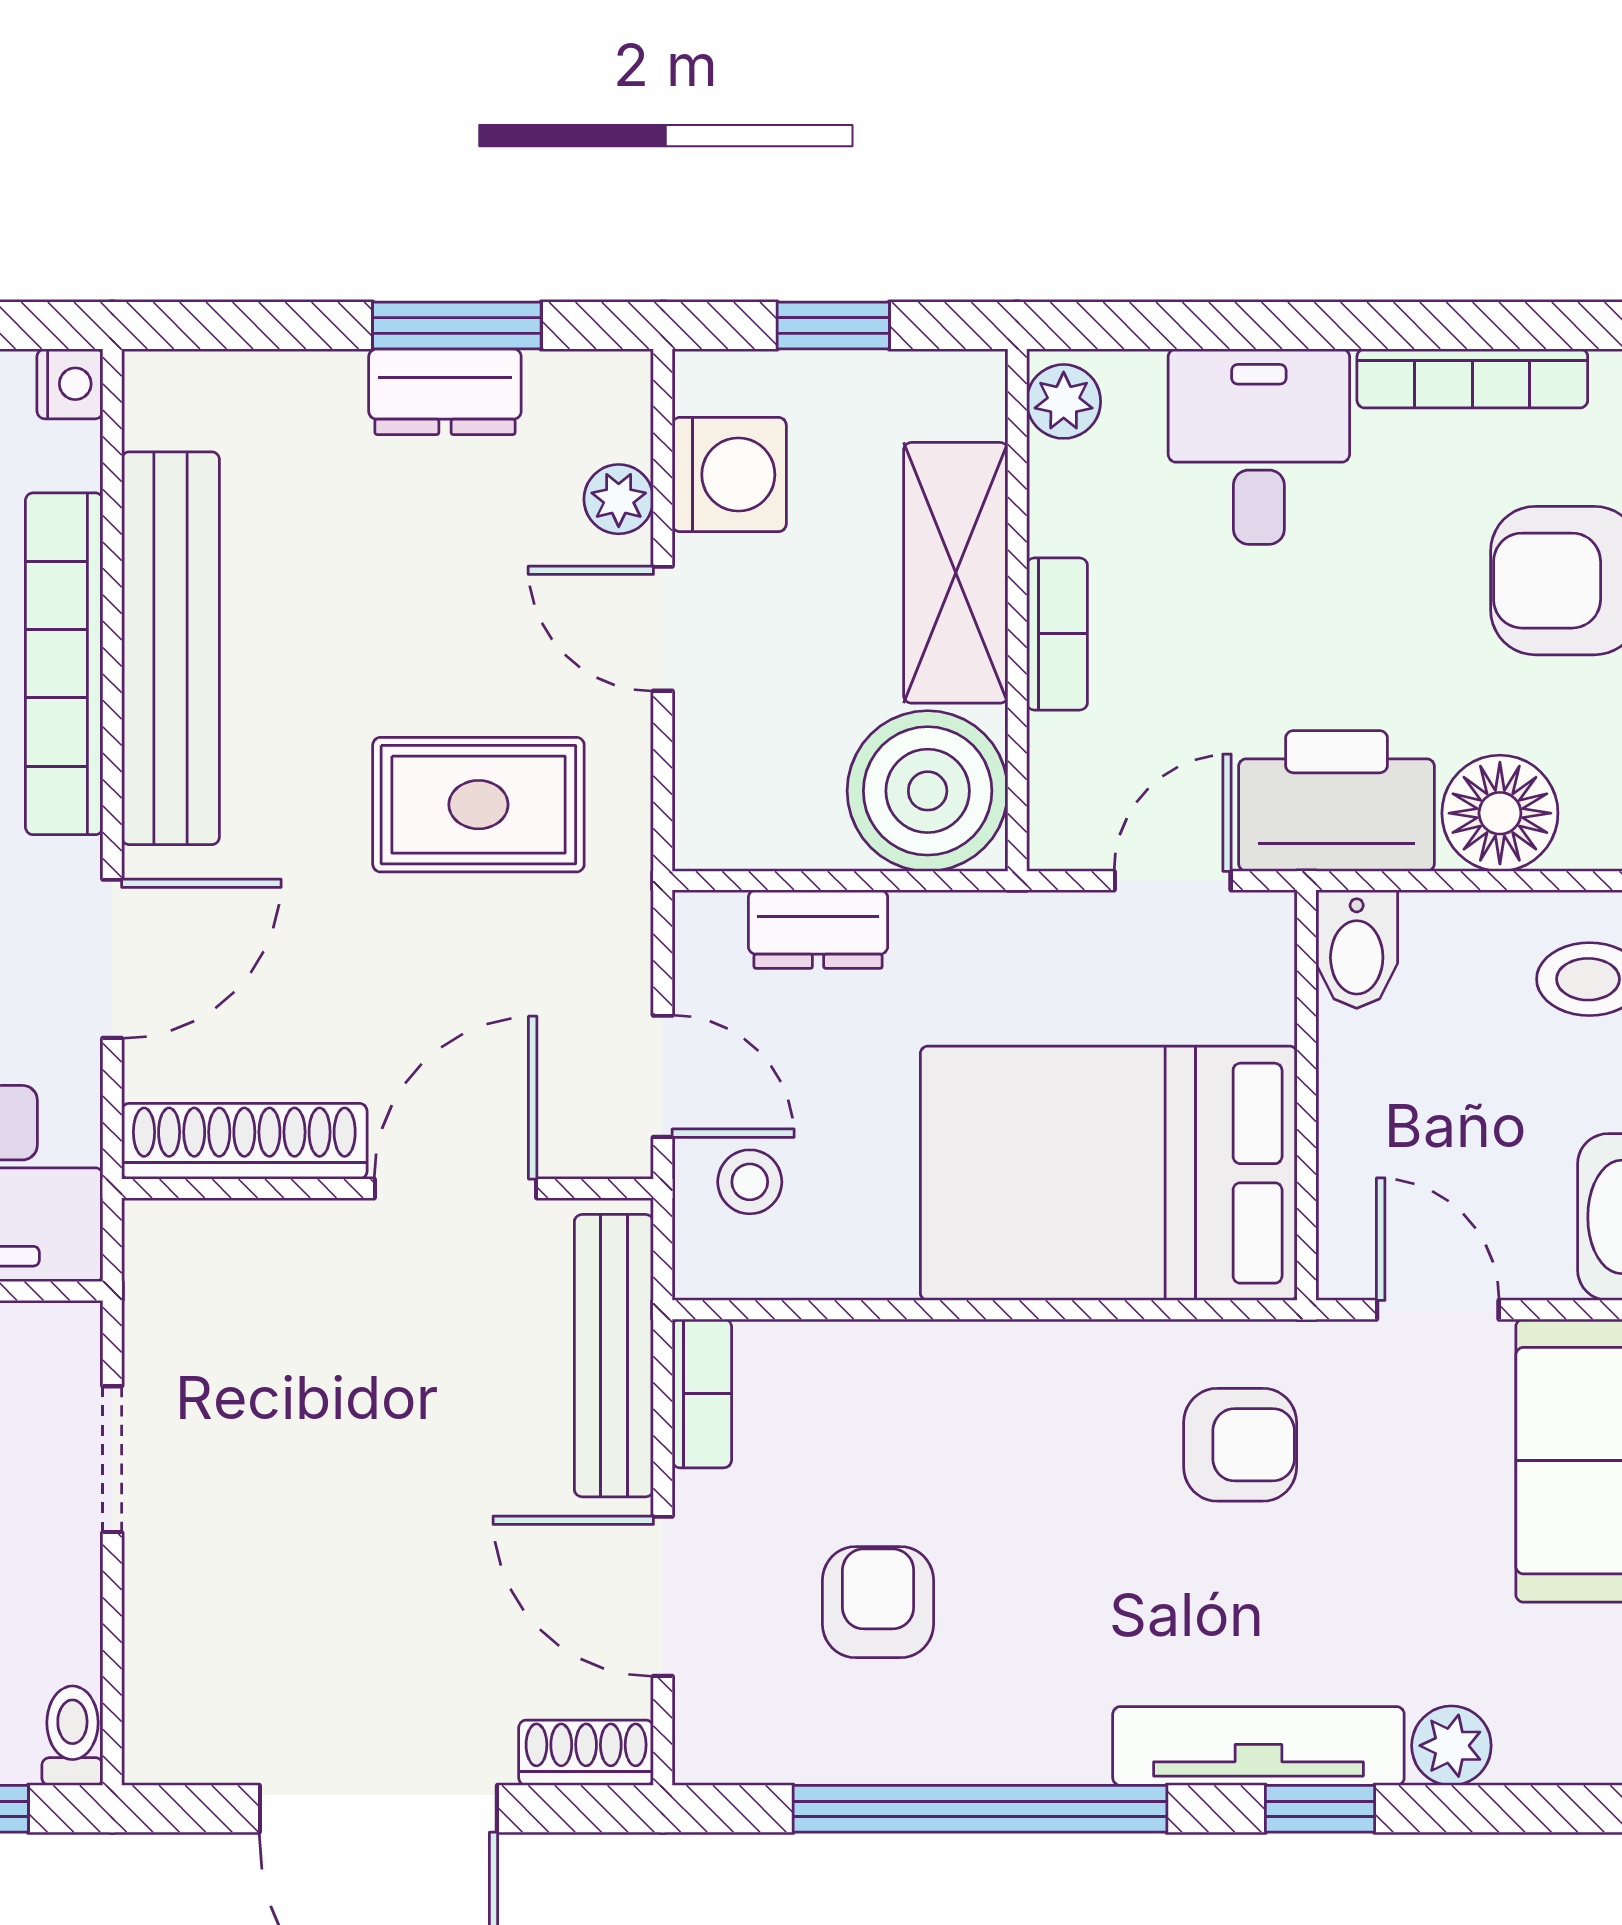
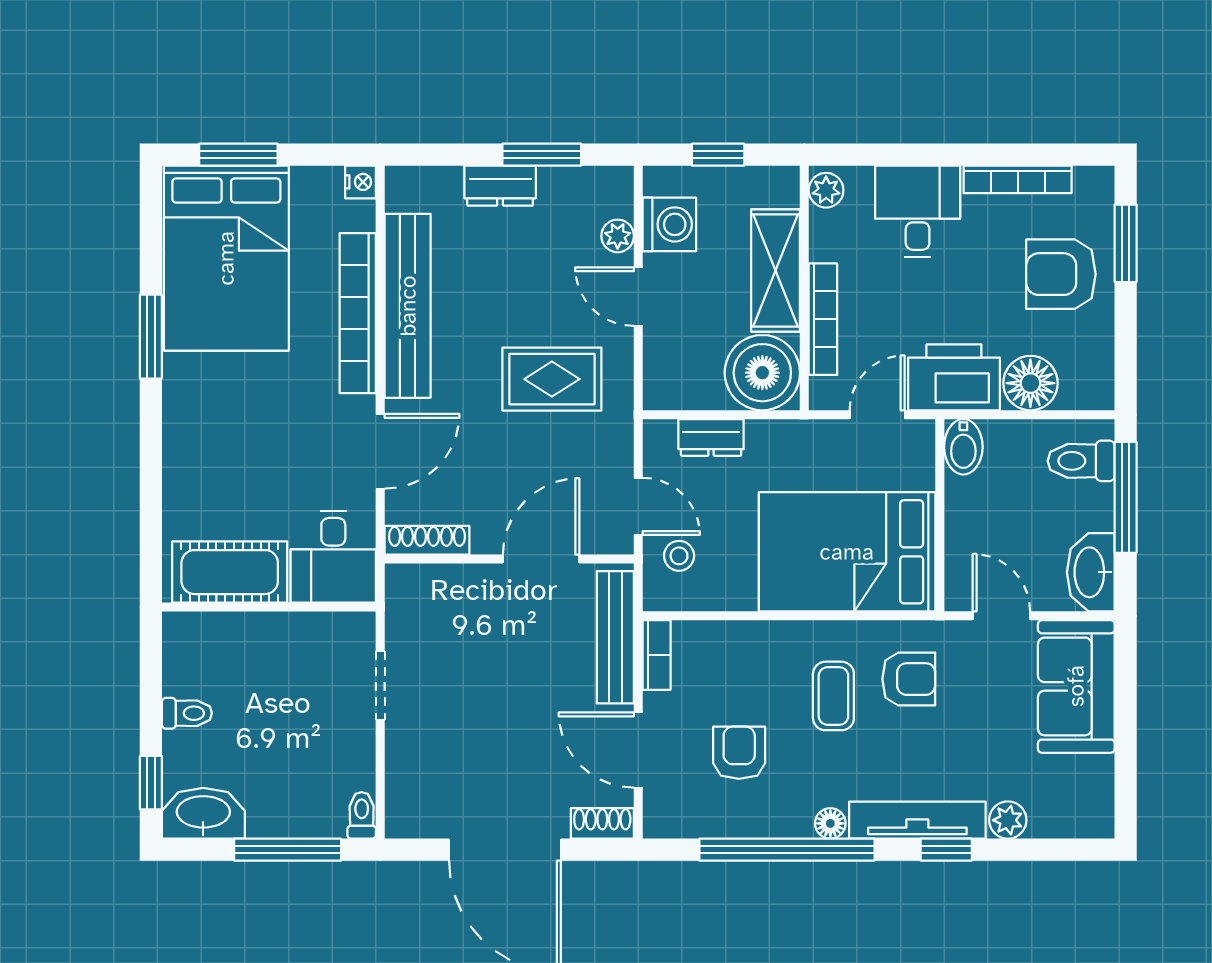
dresser: (445, 392) -> (500, 186), moved
bookcase: (1057, 634) -> (823, 319), width x1.56
shoe rack: (244, 1141) -> (427, 540), width x0.74, depth x0.81
coffee table: (1079, 1481) -> (833, 696), added
floor lamp: (1073, 1753) -> (830, 823), added

